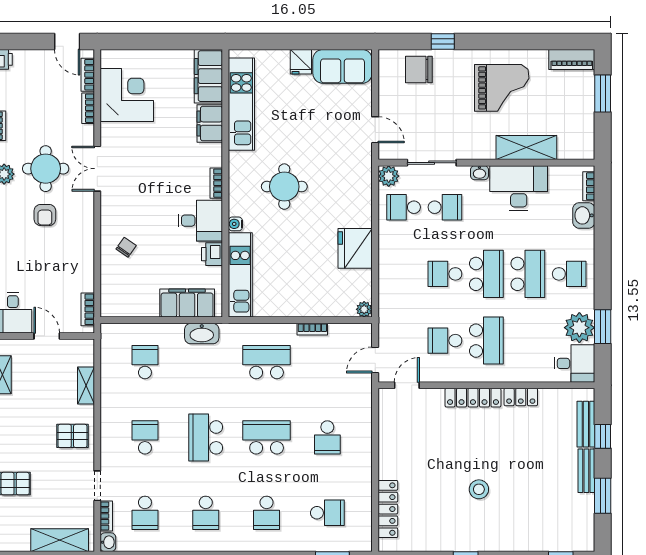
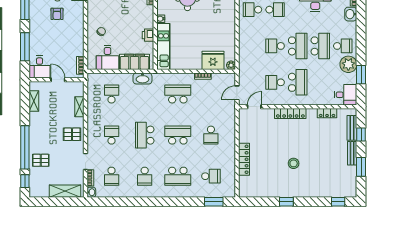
desk: (200, 221) -> (108, 58), moved, turned 90
fridge: (355, 248) -> (213, 60), moved, turned 90
plant: (579, 328) -> (348, 64), moved
locker: (521, 397) -> (327, 113), moved
locker: (388, 509) -> (244, 159), moved
school desk: (267, 513) -> (178, 176), width x1.85

